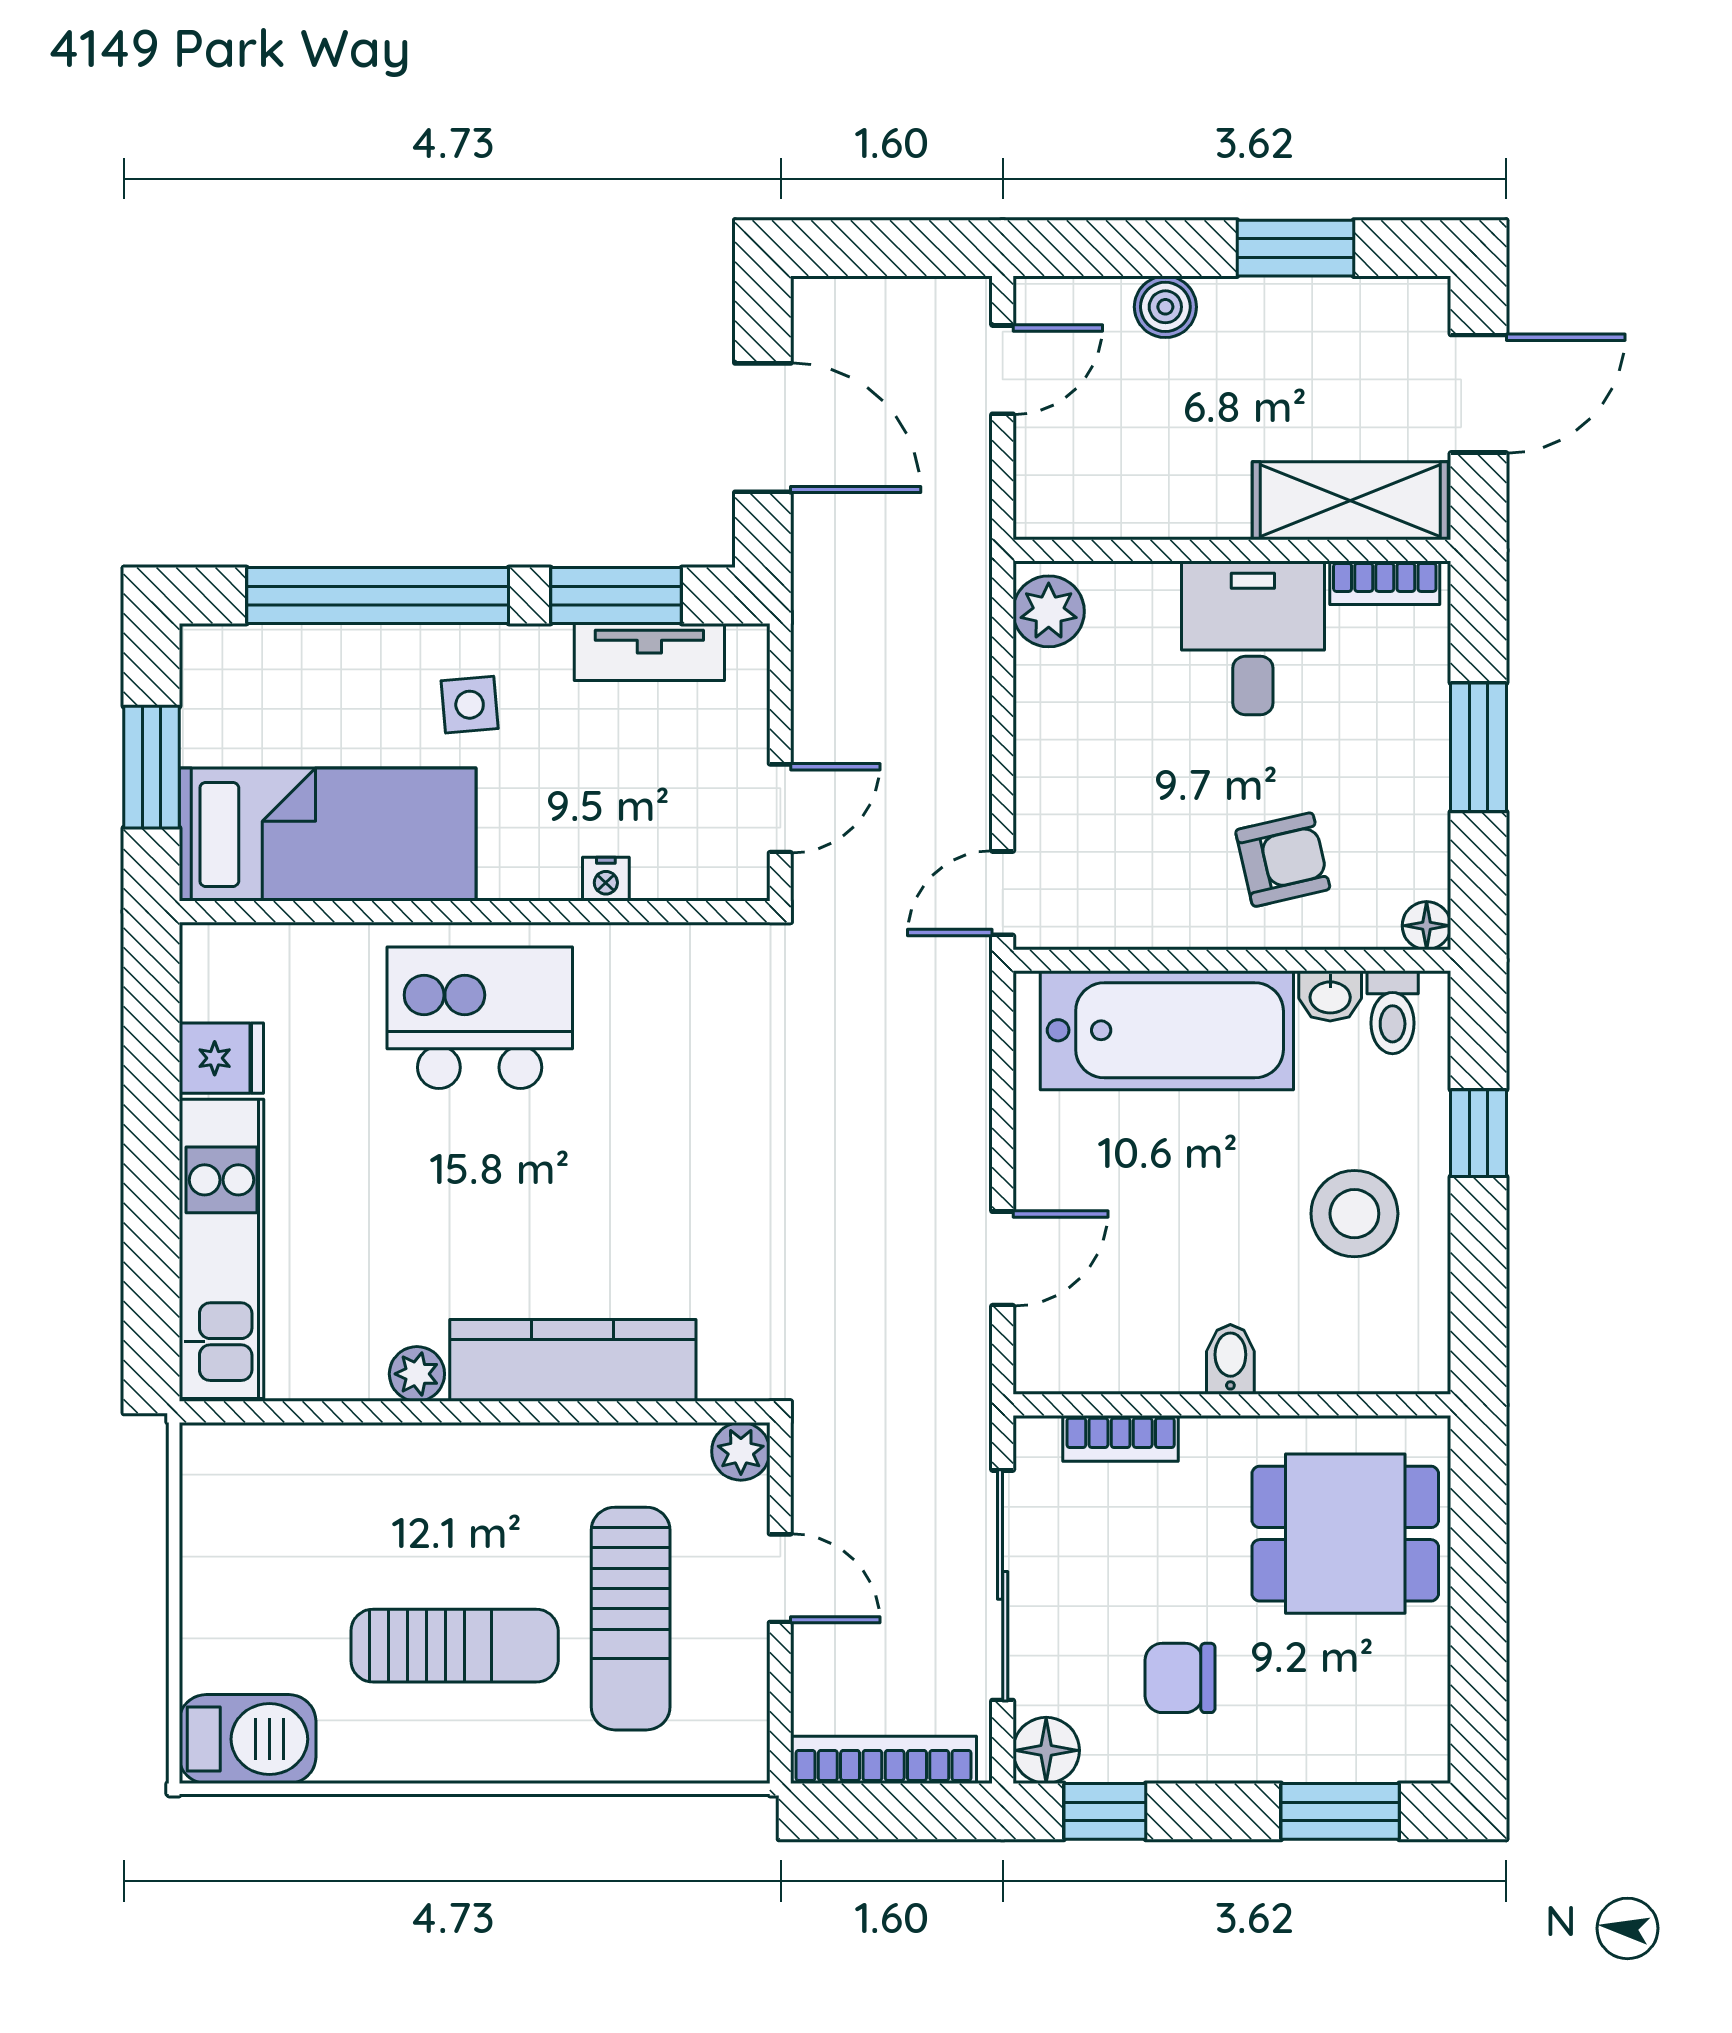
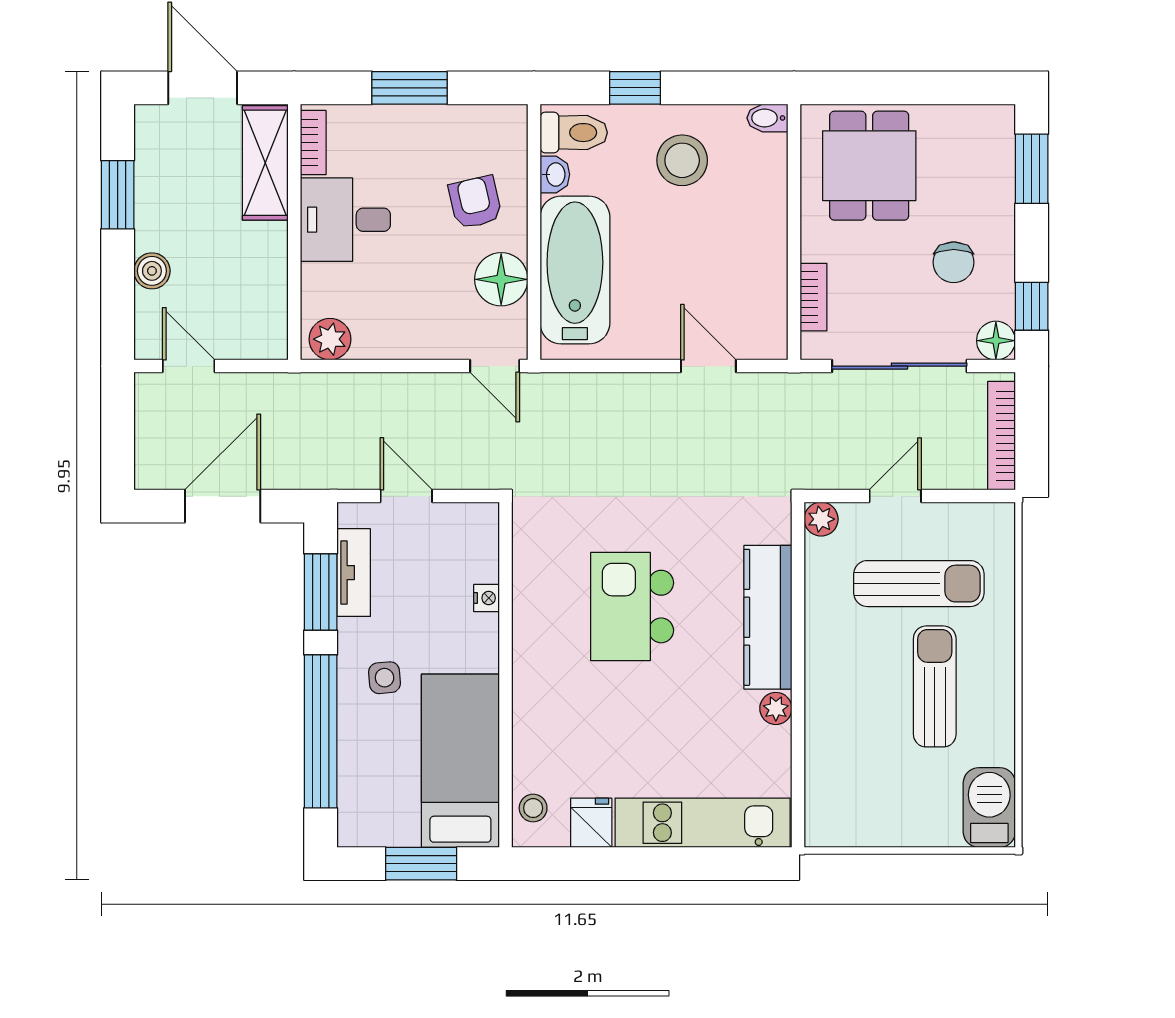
door: (780, 808) -> (406, 496), moved
floor lamp: (1427, 926) -> (501, 279), moved, width x1.89, depth x1.89
stool: (247, 959) -> (533, 808), added
toilet: (1393, 1012) -> (574, 133), width x1.37, depth x1.39
kitchen island: (480, 1018) -> (632, 607), moved
bidet: (1230, 1359) -> (767, 118), moved

